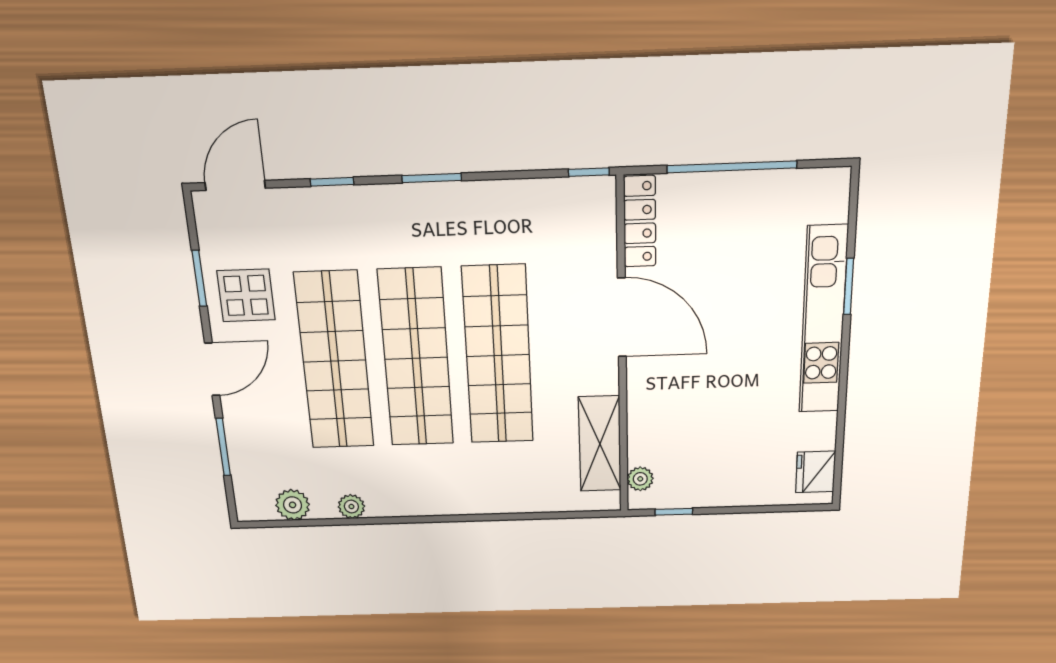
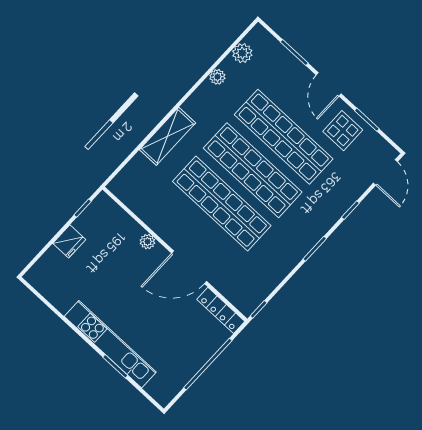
shelving: (600, 444) -> (167, 136), moved, turned 90
fridge: (816, 472) -> (69, 241), moved, turned 90
plant: (640, 479) -> (147, 242), moved

